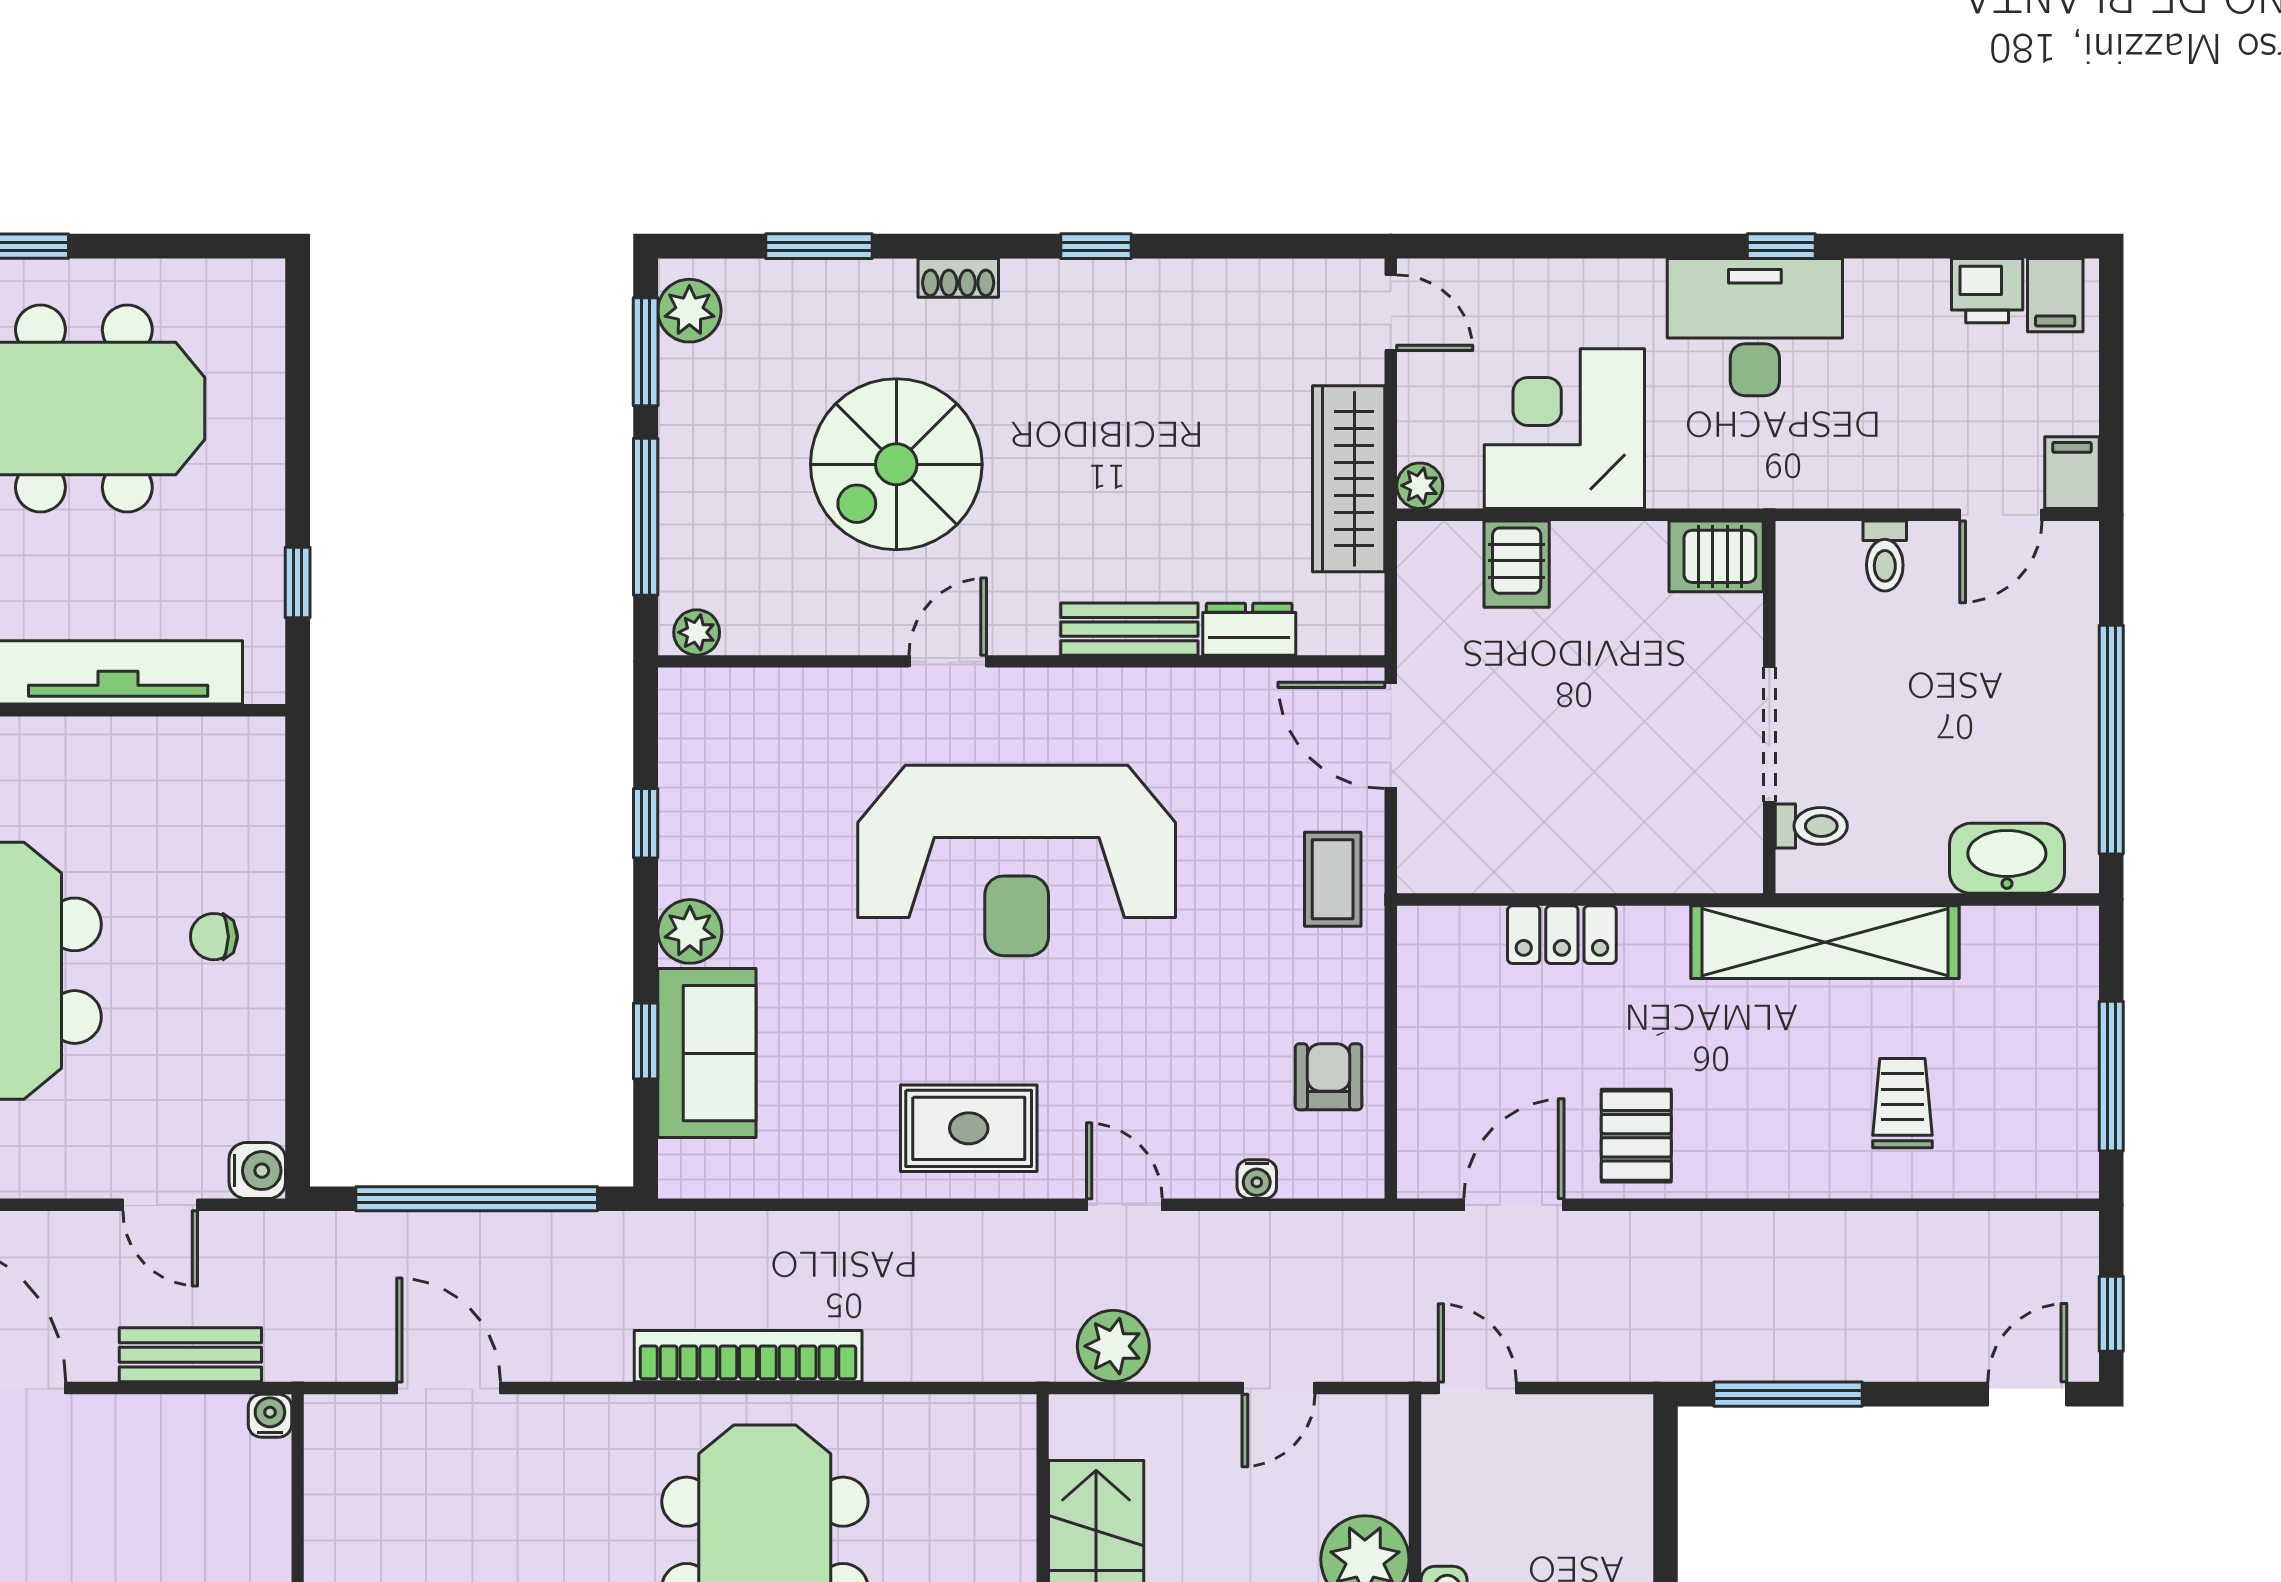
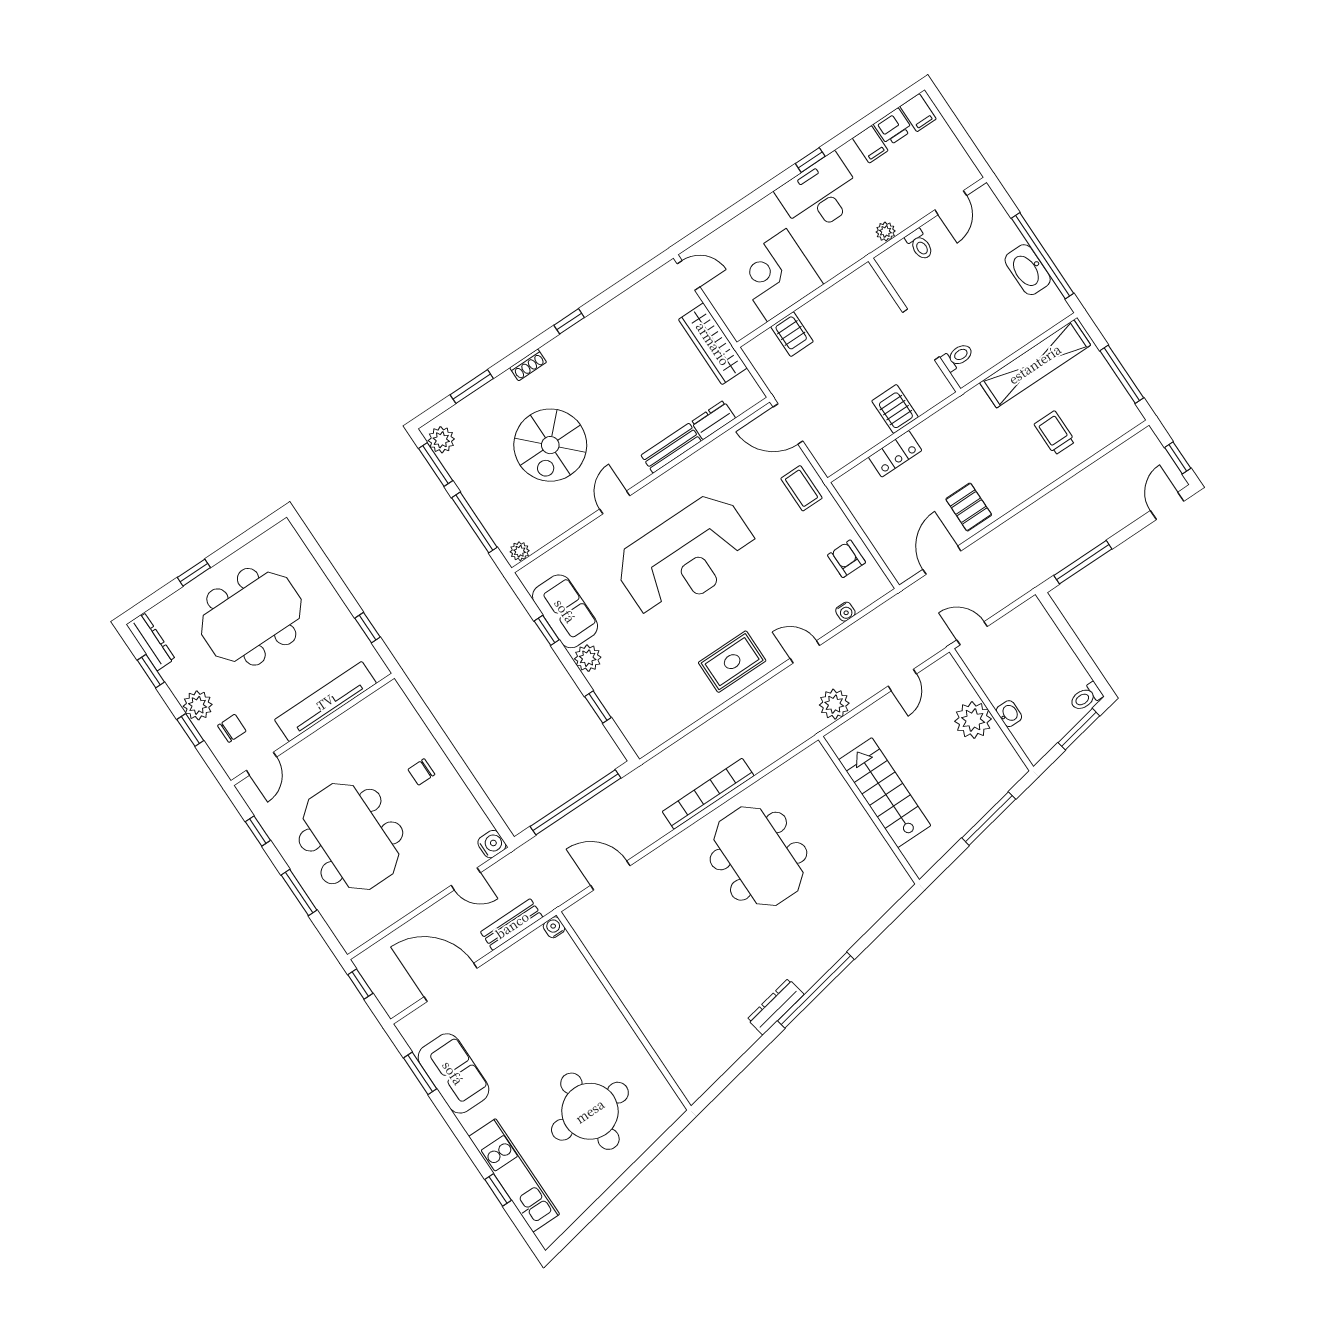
filing cabinet: (2072, 473) -> (870, 144), moved, turned 180
plant: (1420, 486) -> (886, 232), moved
server rack: (1716, 556) -> (895, 409), moved, turned 90
washbasin: (2007, 858) -> (1028, 270), moved, turned -90
shelving: (1825, 942) -> (1035, 364), moved
sofa: (707, 1053) -> (565, 611), moved

